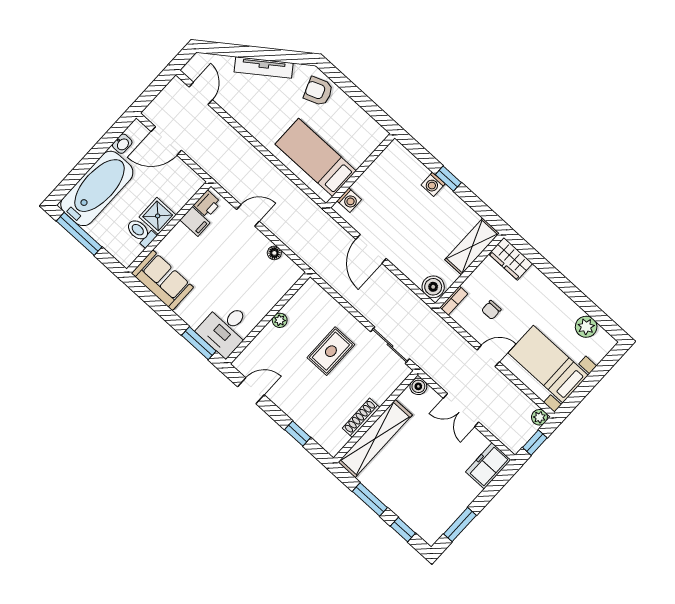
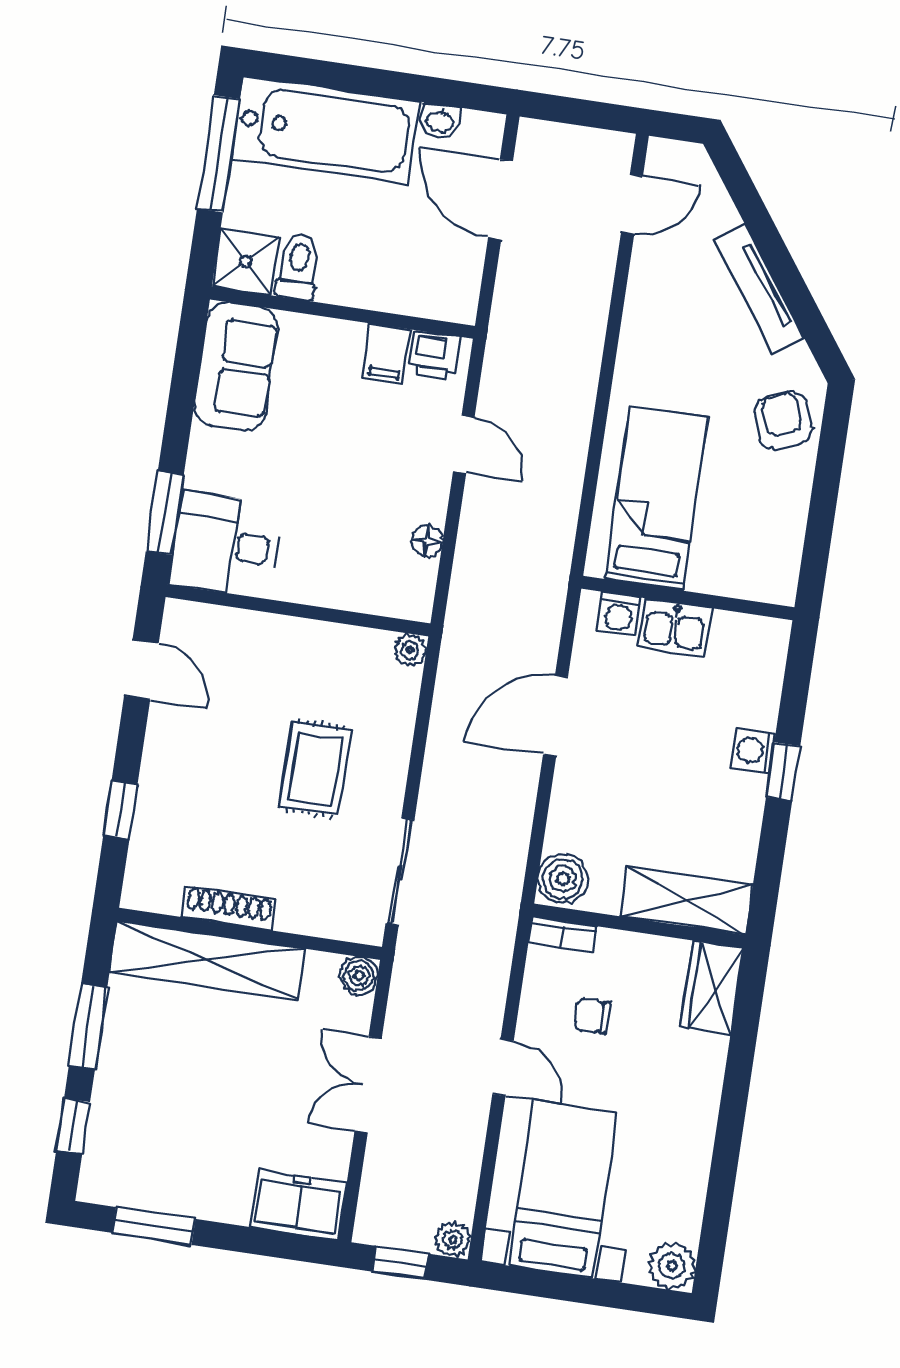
kitchen sink: (368, 183) -> (675, 627), added
shower: (158, 216) -> (246, 262), moved
plant: (280, 320) -> (410, 650), moved
plant: (586, 327) -> (672, 1266), moved
rug: (331, 351) -> (315, 769), turned 90

